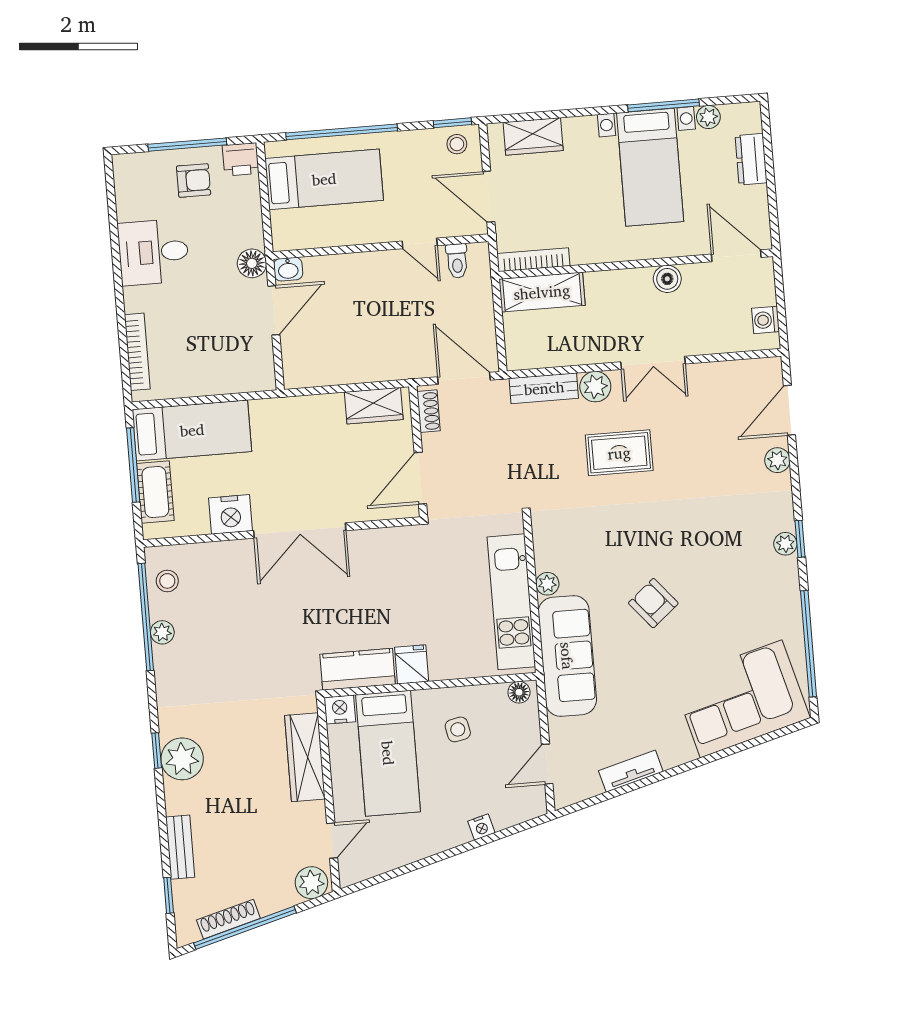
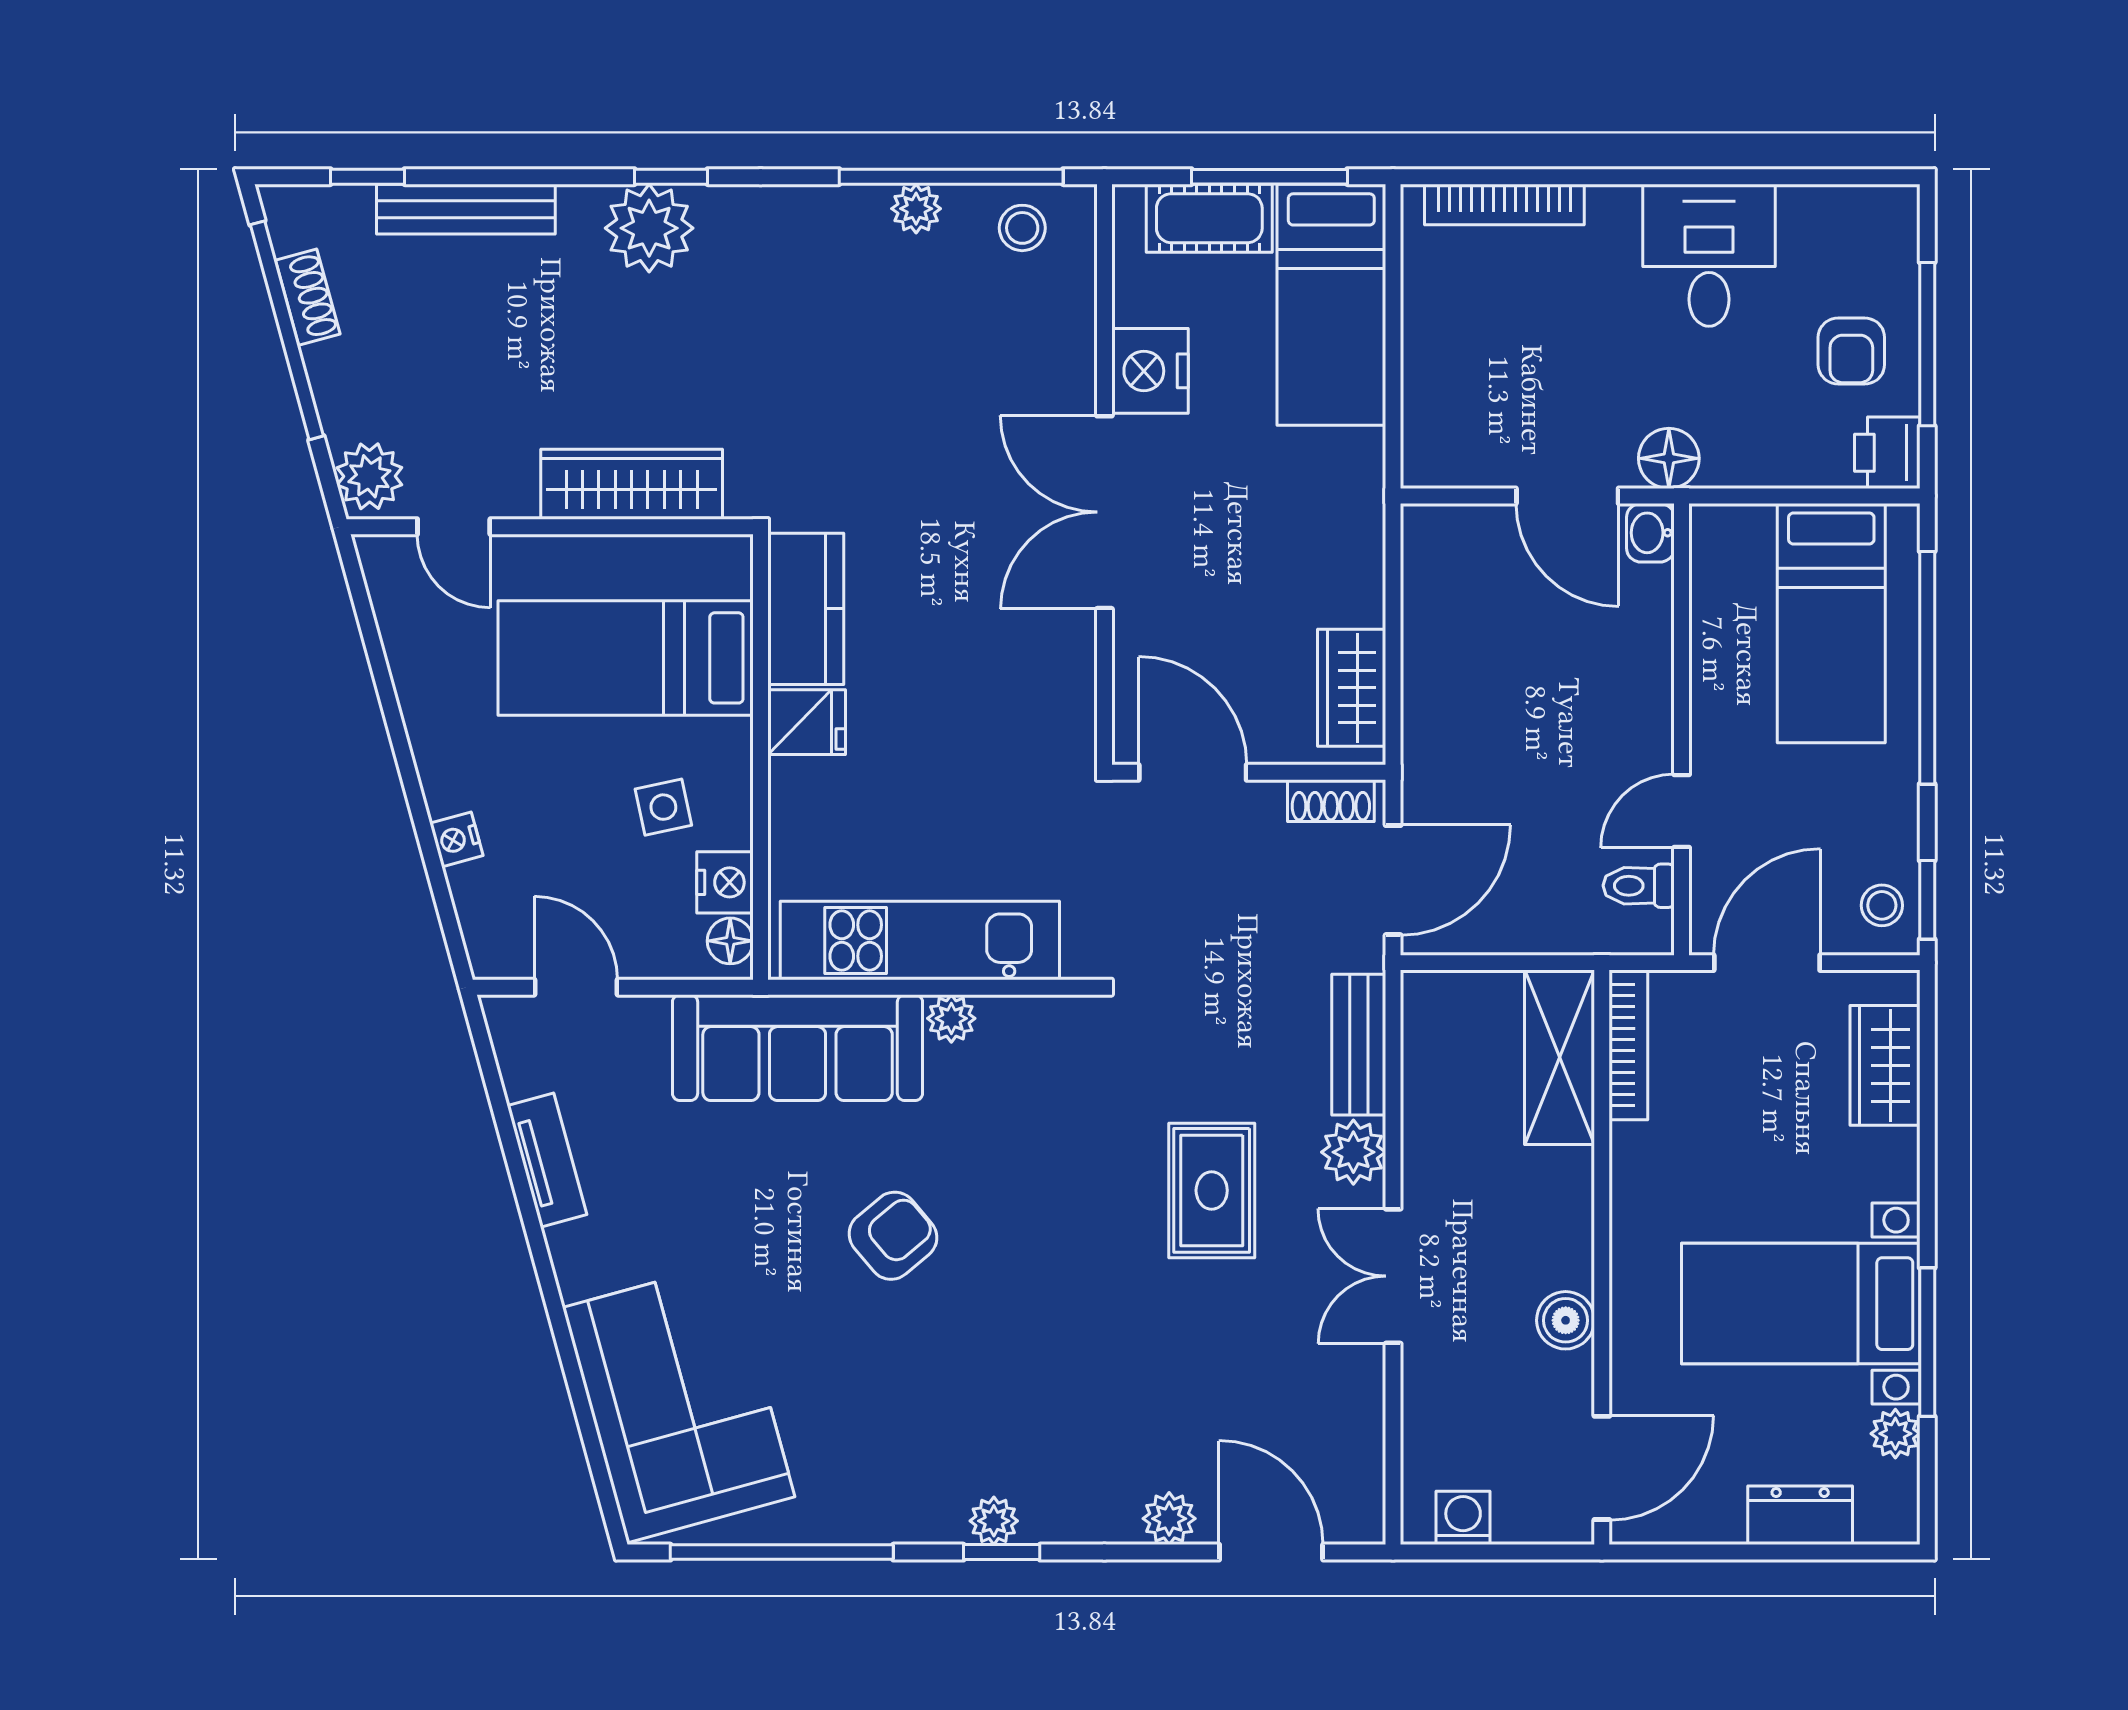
nightstand: (340, 710) -> (725, 882), moved
bench: (180, 847) -> (466, 209), width x1.36
shoe rack: (228, 919) -> (308, 297), width x0.70

